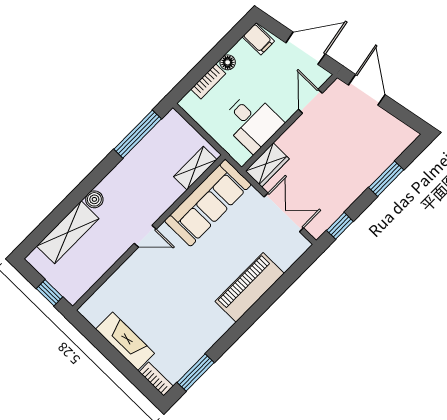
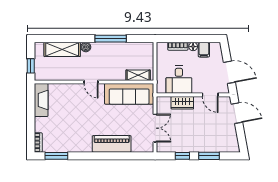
filing cabinet: (258, 39) -> (204, 50), moved
door: (367, 90) -> (237, 113), hinge flipped
door: (310, 101) -> (210, 95), swing flipped
window: (138, 134) -> (111, 39), moved
wardrobe: (267, 165) -> (182, 103), moved
window: (340, 226) -> (182, 156), moved
fireplace: (125, 341) -> (41, 100), moved

